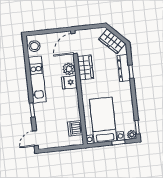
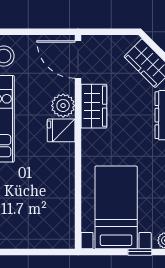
door: (74, 44) -> (78, 60), hinge flipped
dishwasher: (75, 128) -> (62, 217), removed

